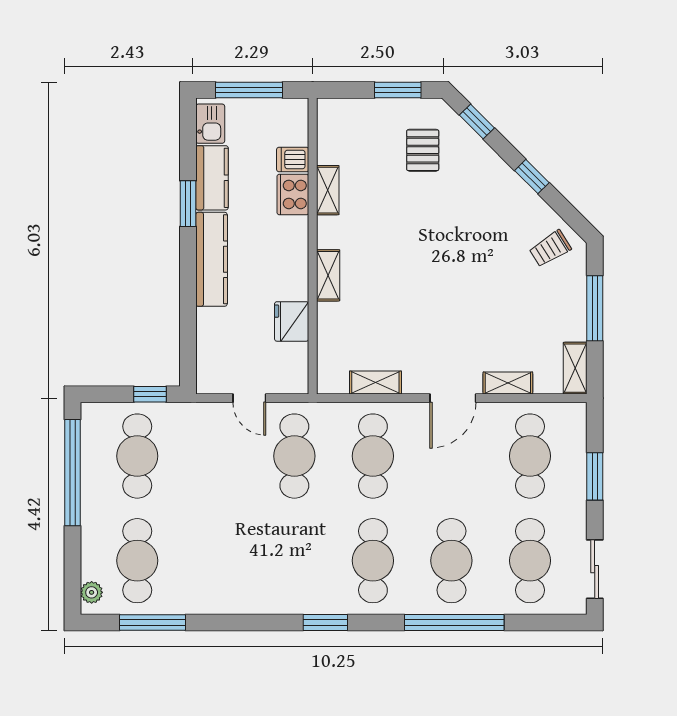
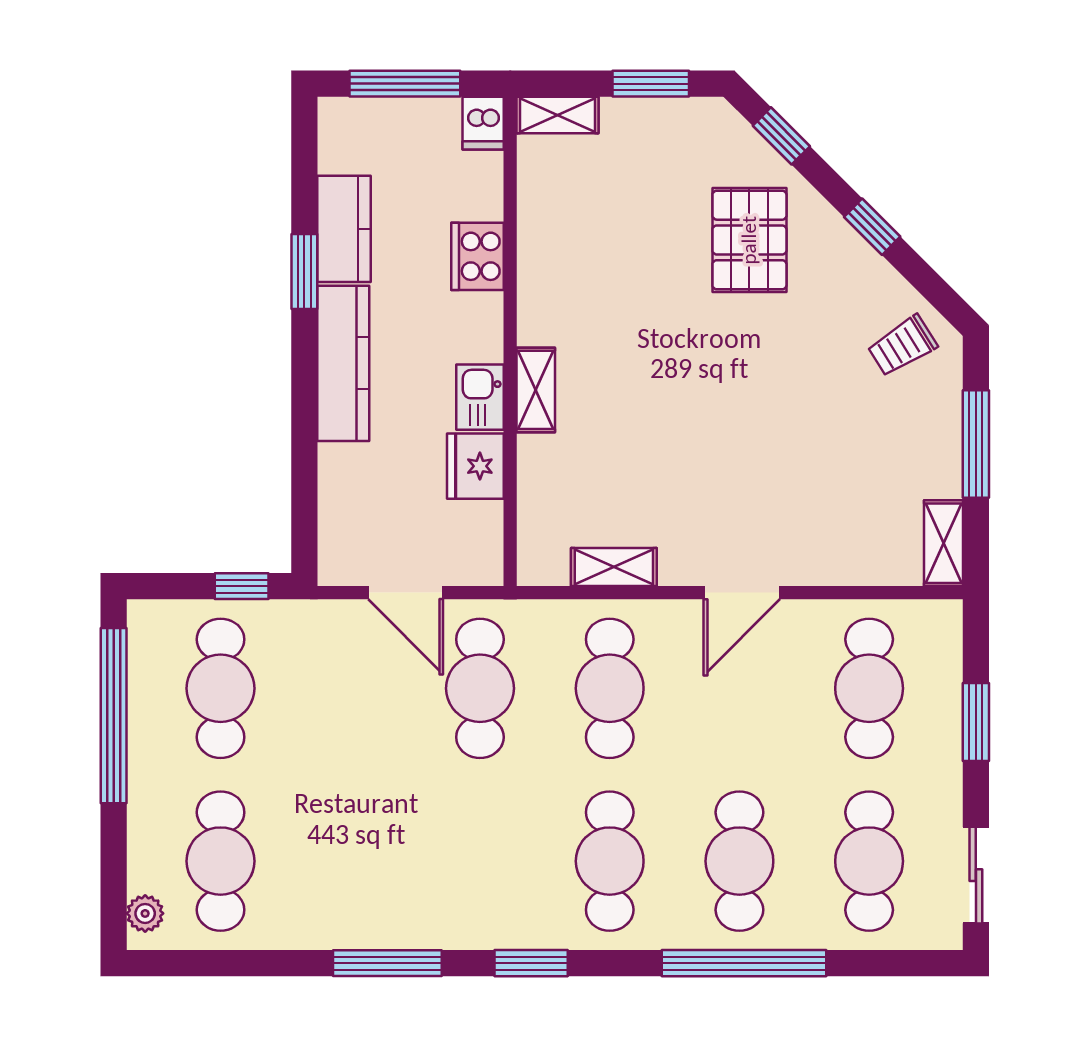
kitchen sink: (210, 124) -> (480, 397), moved, turned 180
pallet: (423, 150) -> (749, 240), moved, width x1.50, depth x1.42
dishwasher: (293, 159) -> (483, 123), moved, turned -90
shelving: (328, 190) -> (558, 115), moved, turned 90
shelving: (508, 383) -> (833, 568), removed
door: (249, 398) -> (406, 593), width x1.38
window: (153, 622) -> (387, 963), moved

